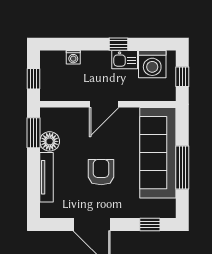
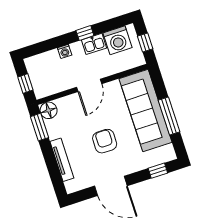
washing machine: (73, 57) -> (65, 51), moved
floor lamp: (50, 141) -> (49, 110), moved

